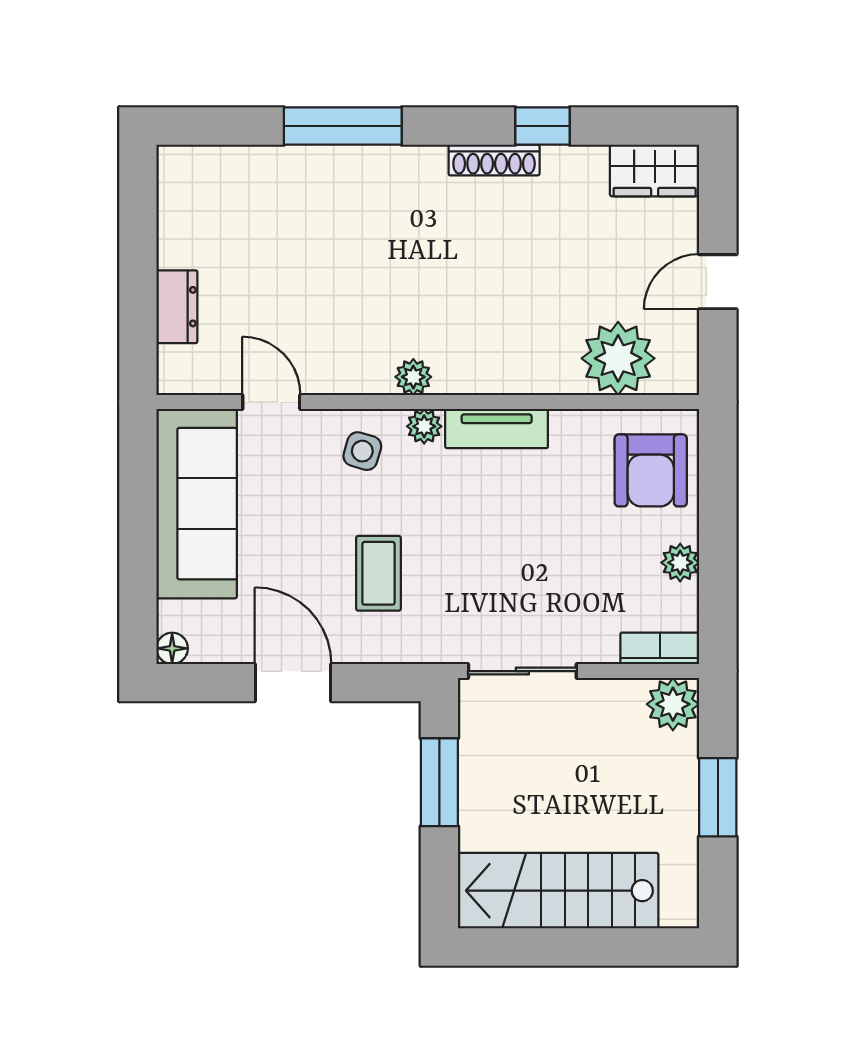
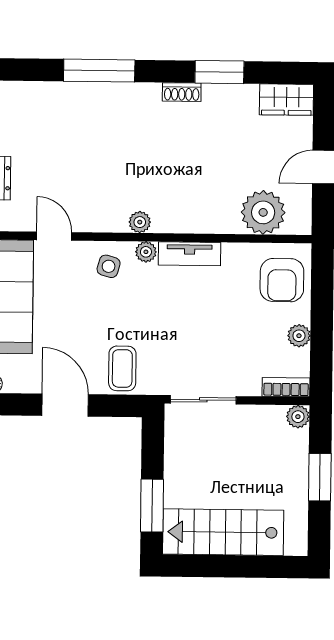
window: (543, 126) -> (219, 72), width x1.50
shoe rack: (494, 160) -> (182, 92), width x0.70
coffee table: (378, 573) -> (122, 368), moved
plant: (673, 704) -> (298, 417), width x0.73, depth x0.73
window: (439, 782) -> (152, 506), moved

